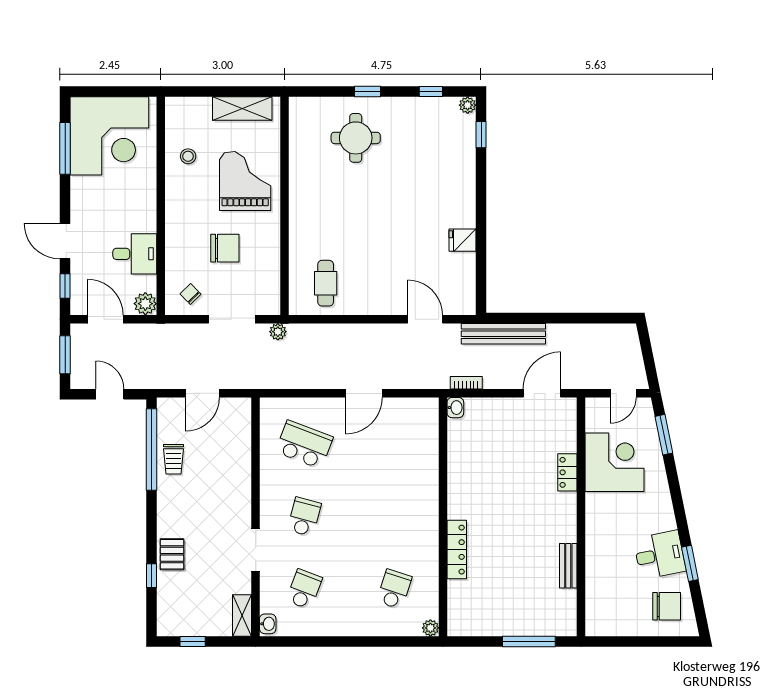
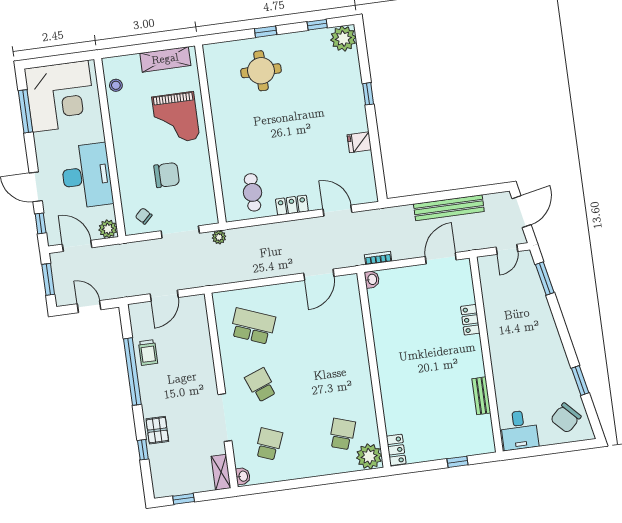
plant: (468, 105) -> (343, 39), width x1.88, depth x1.88
window: (481, 135) -> (368, 94), moved
stool: (188, 156) -> (116, 85), moved
grand piano: (245, 181) -> (176, 118), turned 180
desk: (135, 254) -> (87, 176), width x1.87, depth x1.30
locker: (371, 305) -> (292, 205), added
bench: (503, 334) -> (449, 208), moved
door: (647, 350) -> (521, 212), added
door: (364, 393) -> (319, 275), moved
window: (152, 450) -> (132, 372), moved
corner desk: (614, 462) -> (507, 306), removed
school desk: (304, 517) -> (261, 385), turned -36
doorway: (256, 550) -> (225, 417), width x1.36
locker: (457, 550) -> (396, 450), moved, width x0.66
desk: (660, 555) -> (519, 430), moved, turned 101
chair: (667, 606) -> (566, 418), turned 136
plant: (430, 628) -> (369, 456), width x1.87, depth x1.87
window: (529, 641) -> (457, 462), width x0.46

